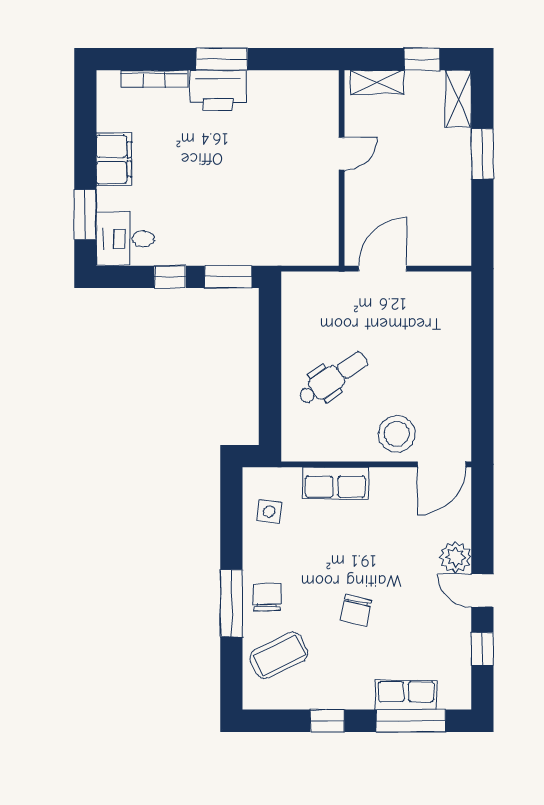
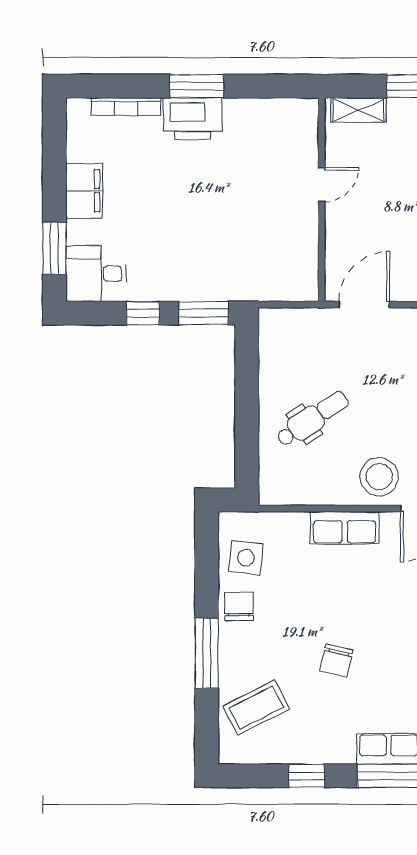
row of seats: (335, 483) -> (345, 528), moved
side table: (269, 512) -> (246, 558), width x1.37, depth x1.37
chair: (267, 597) -> (239, 606), moved

